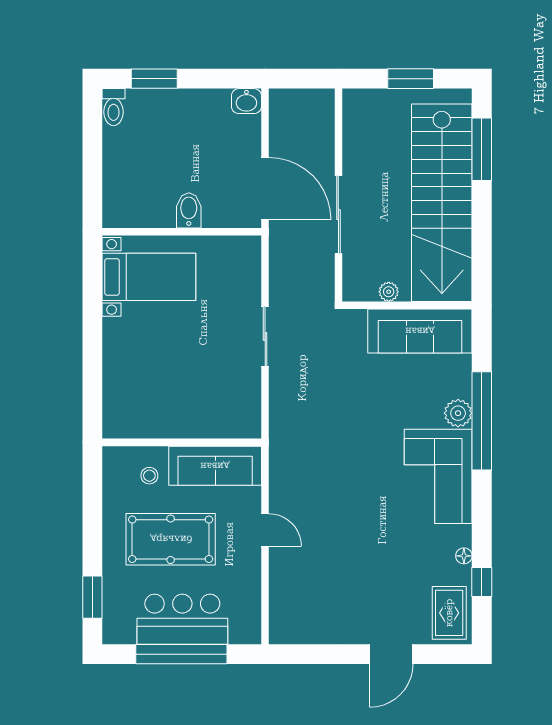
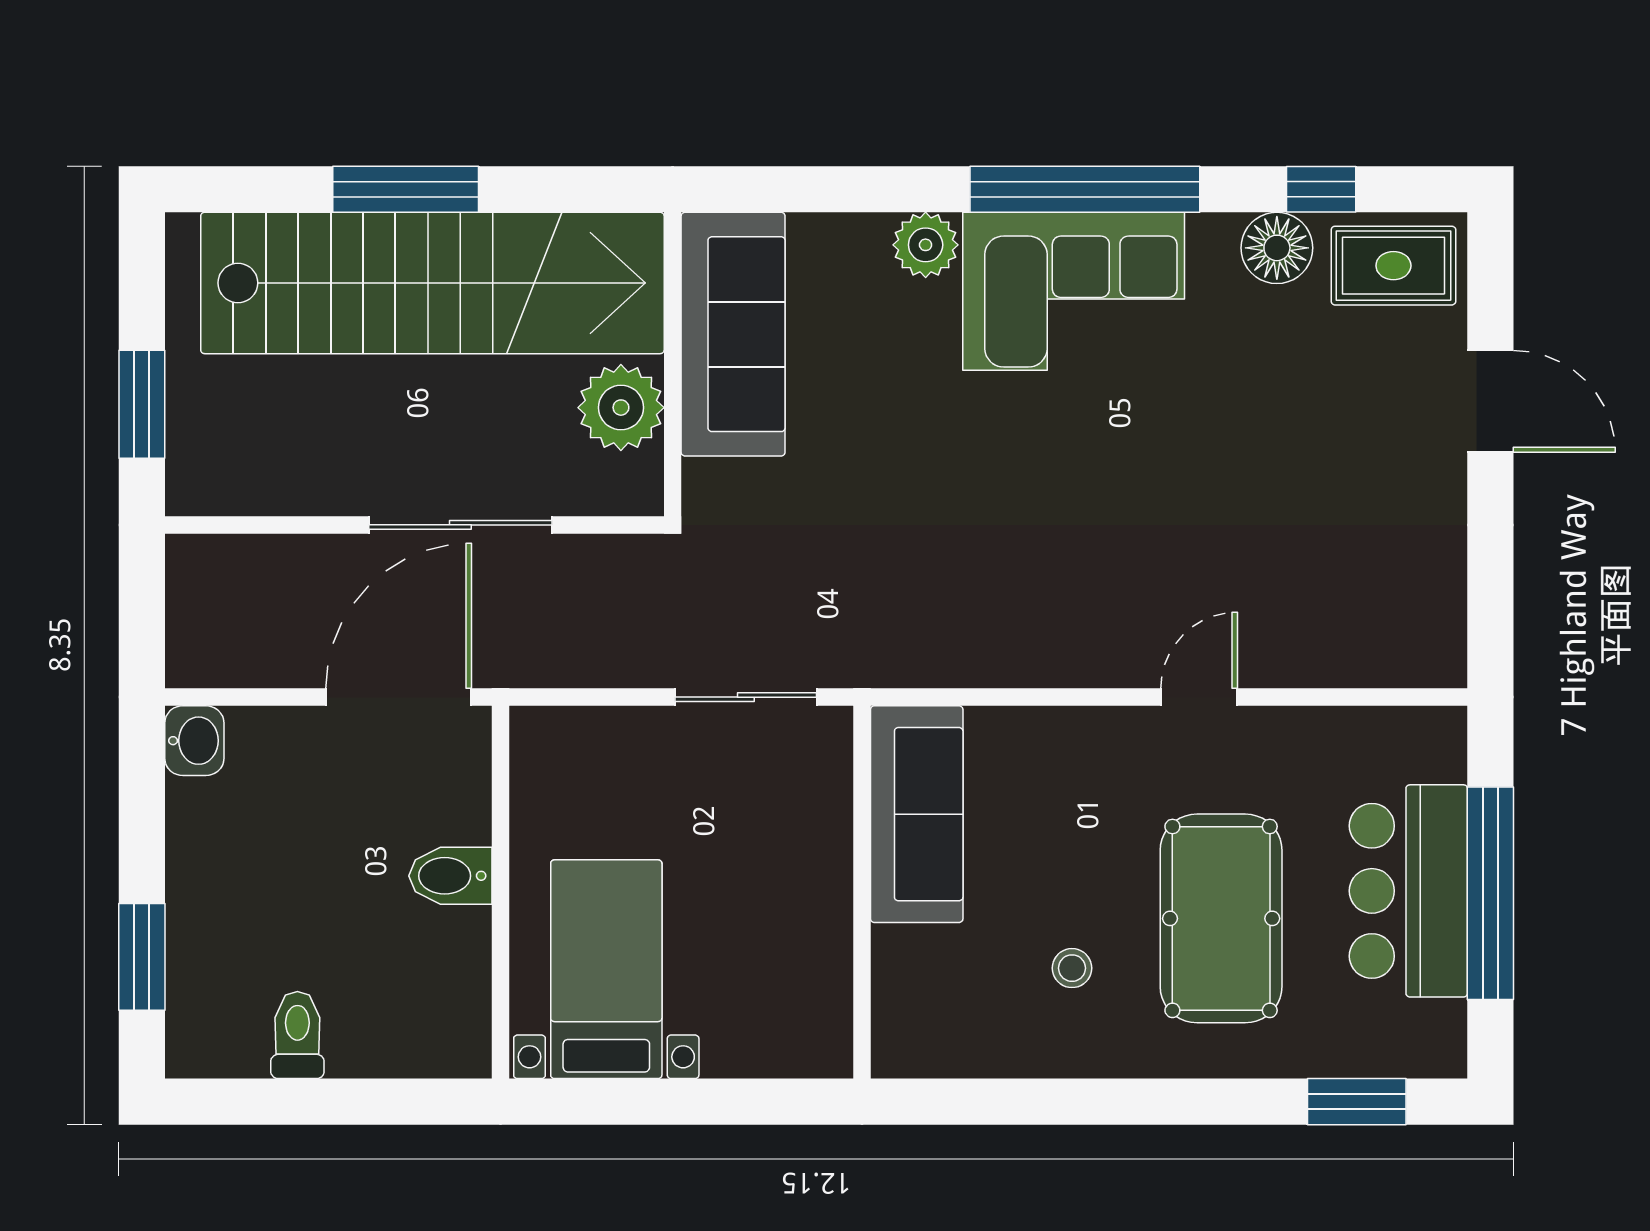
window: (411, 79) -> (142, 404), moved
toilet: (114, 107) -> (297, 1035), moved, turned -90
window: (482, 149) -> (406, 189), moved
plant: (389, 292) -> (621, 408), width x1.88, depth x1.88
window: (482, 421) -> (1085, 189), moved
wall: (182, 442) -> (862, 892), moved
sofa: (215, 466) -> (917, 814), moved
floor lamp: (464, 556) -> (1277, 248), width x1.89, depth x1.89

